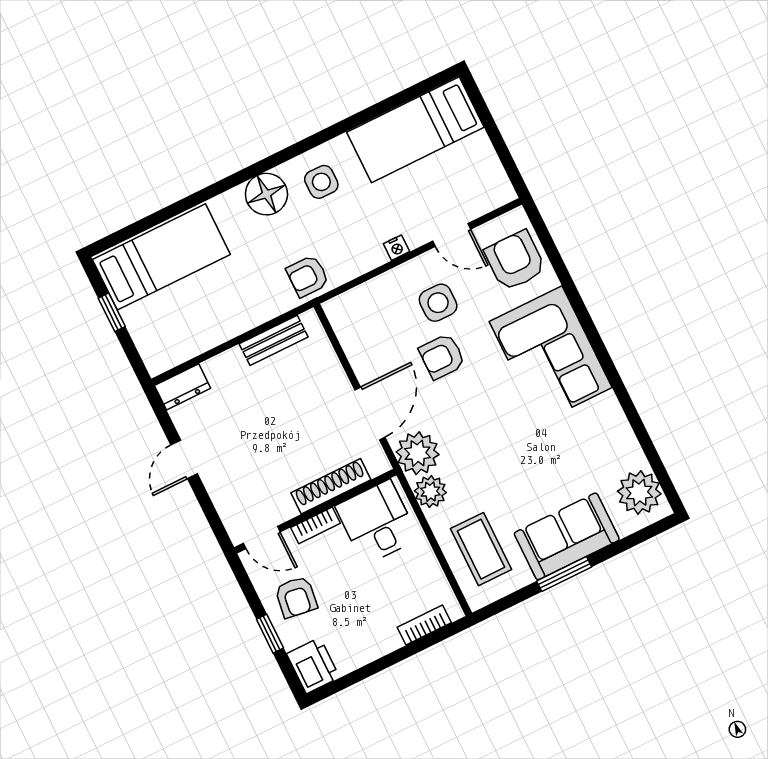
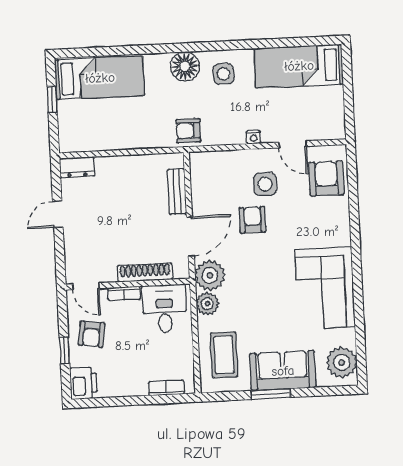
bench: (274, 340) -> (177, 192), moved, turned 90
corner sofa: (551, 355) -> (325, 288), moved
armchair: (442, 356) -> (253, 220), turned 90

